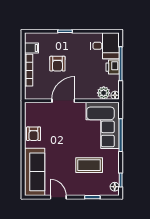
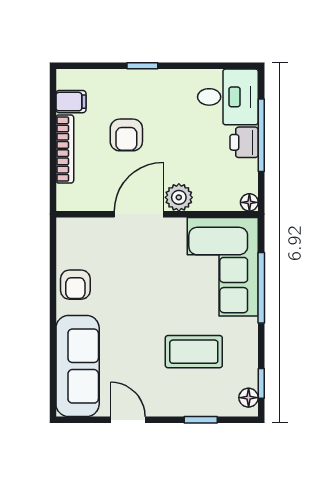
plant: (104, 93) -> (179, 197), moved

